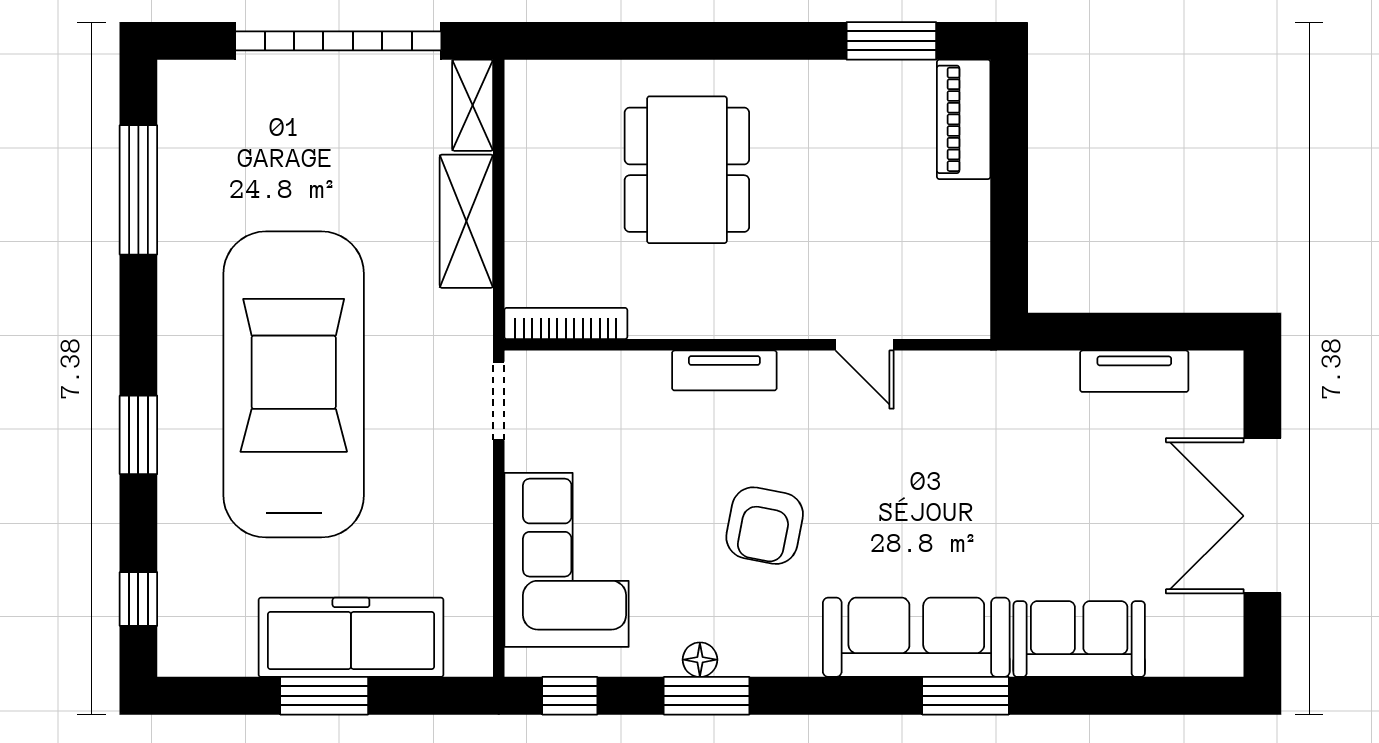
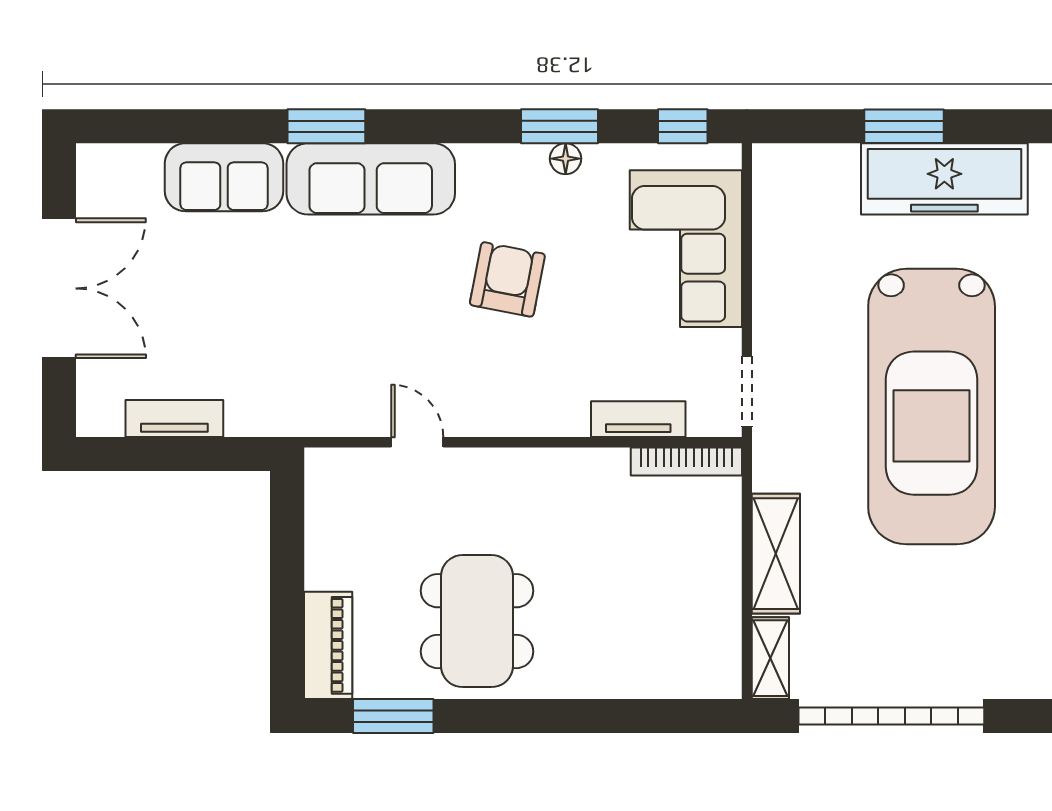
dining table: (687, 170) -> (477, 621), moved
tv unit: (724, 370) -> (638, 419), moved
freezer: (351, 637) -> (944, 179), moved

